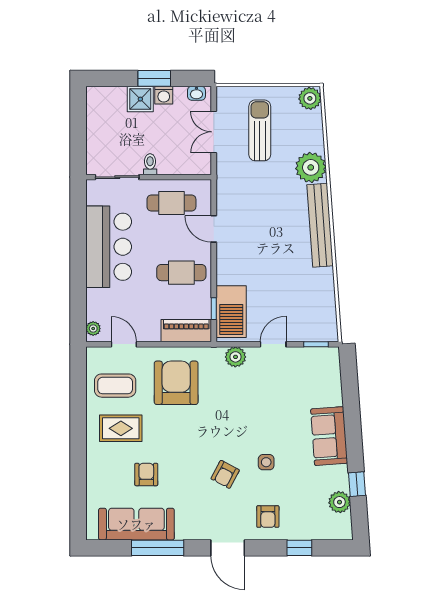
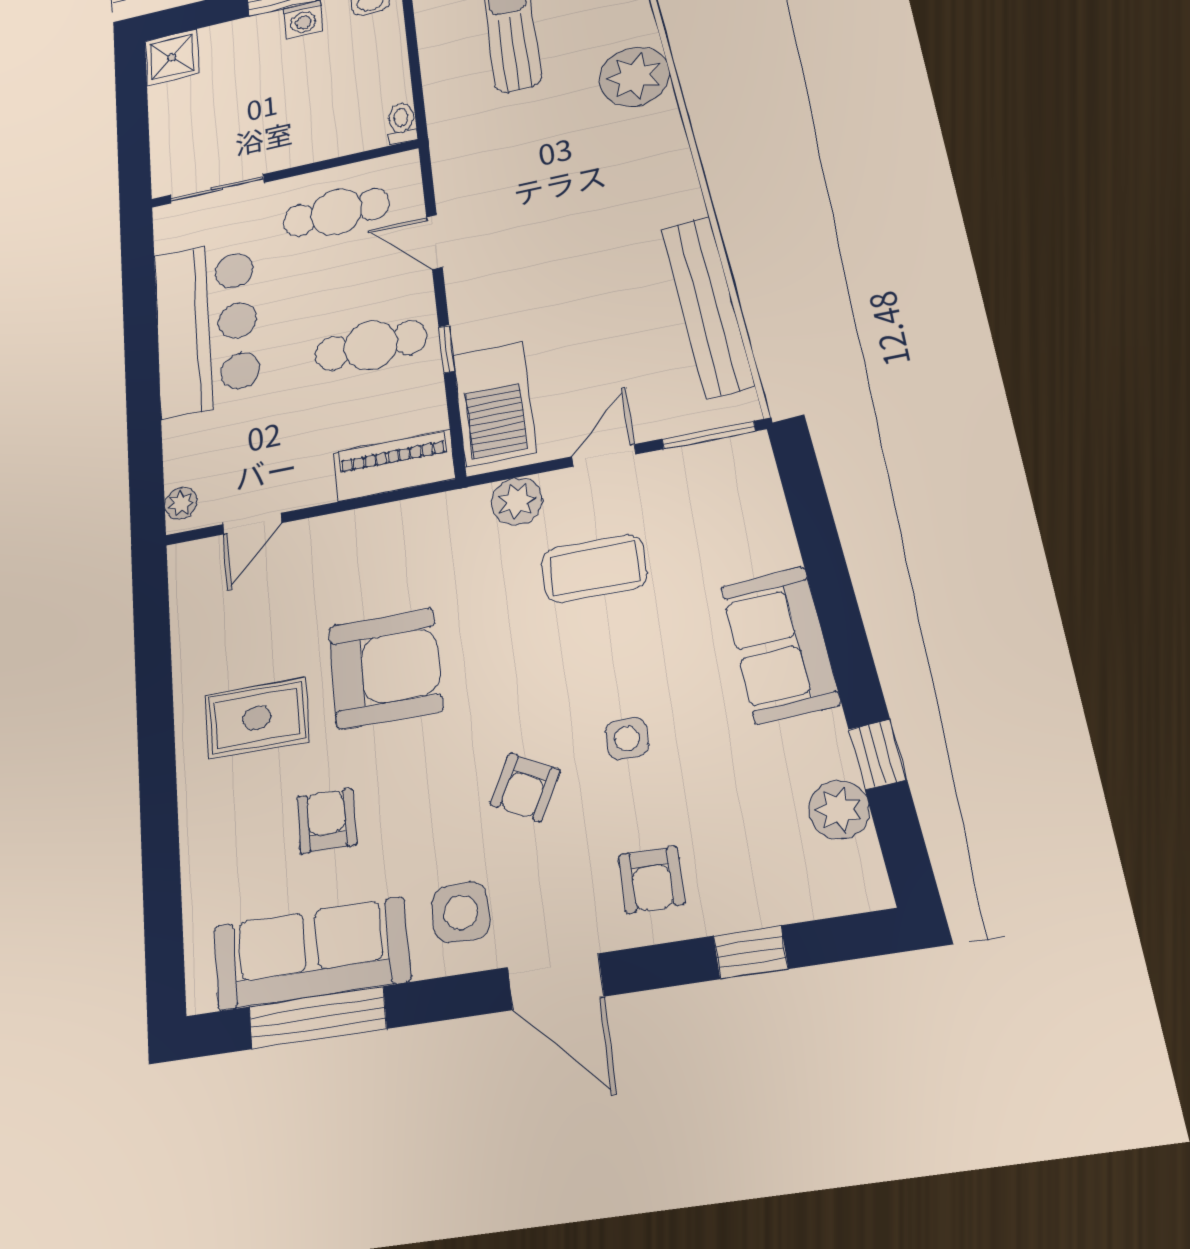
shower: (140, 99) -> (172, 57), moved
double door: (214, 132) -> (414, 60), removed
toilet: (150, 164) -> (402, 123), moved
bench: (320, 225) -> (707, 306), moved
window: (214, 309) -> (447, 349), moved
door: (124, 344) -> (252, 524), swing flipped
window: (316, 344) -> (709, 435), width x1.50
armchair: (176, 383) -> (385, 669), moved, turned 90
coffee table: (115, 386) -> (594, 568), moved
side table: (195, 518) -> (461, 912), added
window: (158, 548) -> (317, 1018), moved

